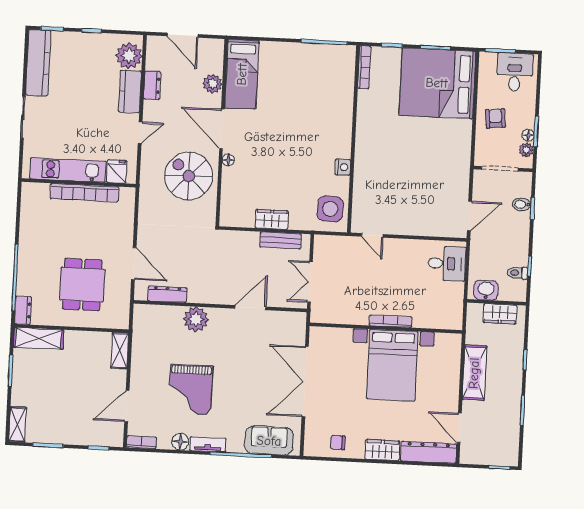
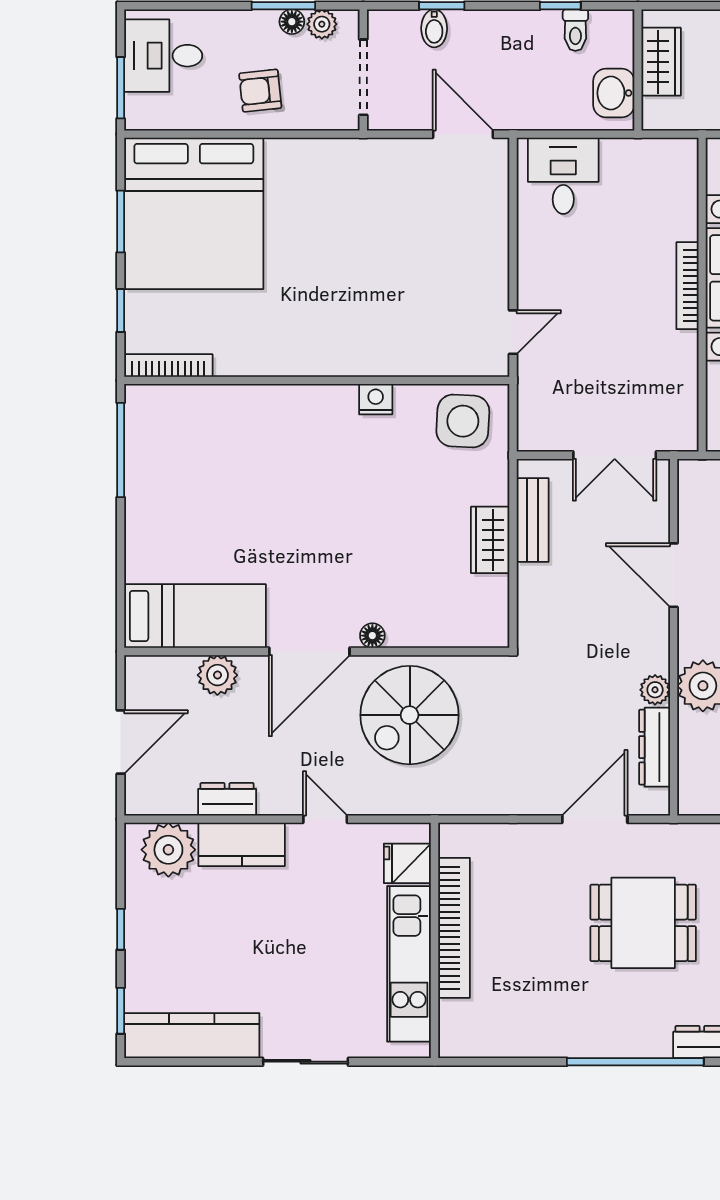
plant: (195, 296) -> (655, 690), added

